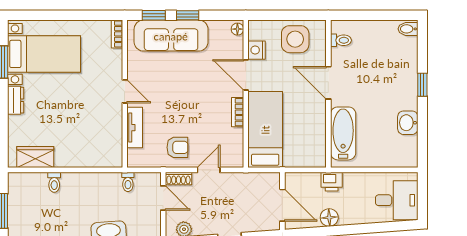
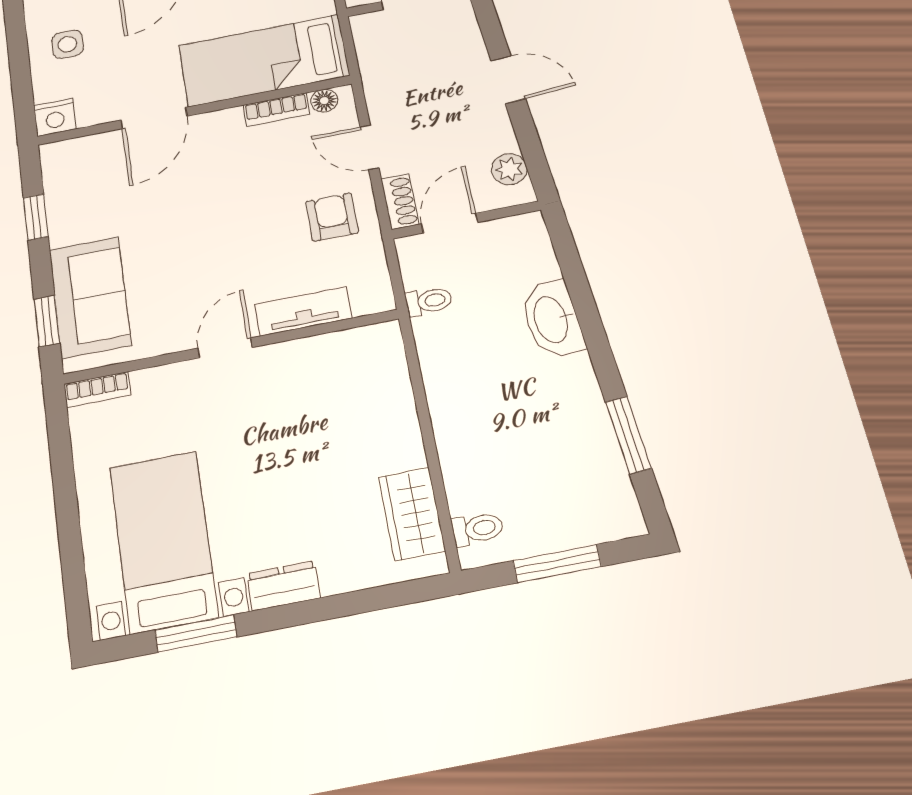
window: (188, 15) -> (36, 217), moved
floor lamp: (237, 29) -> (324, 101), moved
sofa: (171, 36) -> (90, 297), width x0.73
side table: (295, 39) -> (68, 44), width x0.54, depth x0.54
nightstand: (256, 50) -> (55, 117), moved
bookcase: (238, 112) -> (276, 110), moved
toilet: (54, 182) -> (478, 529), moved

